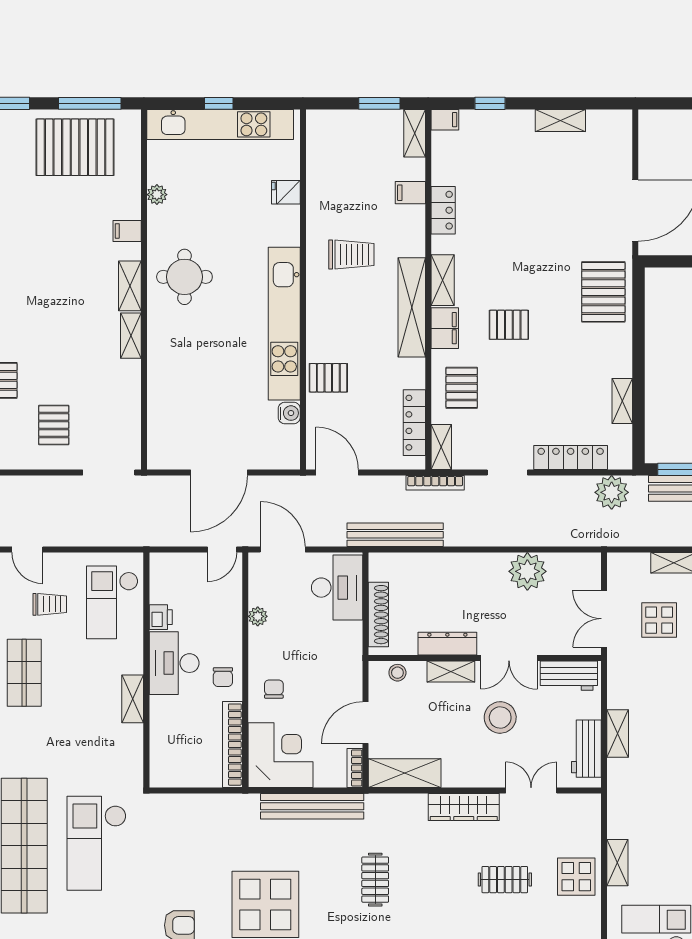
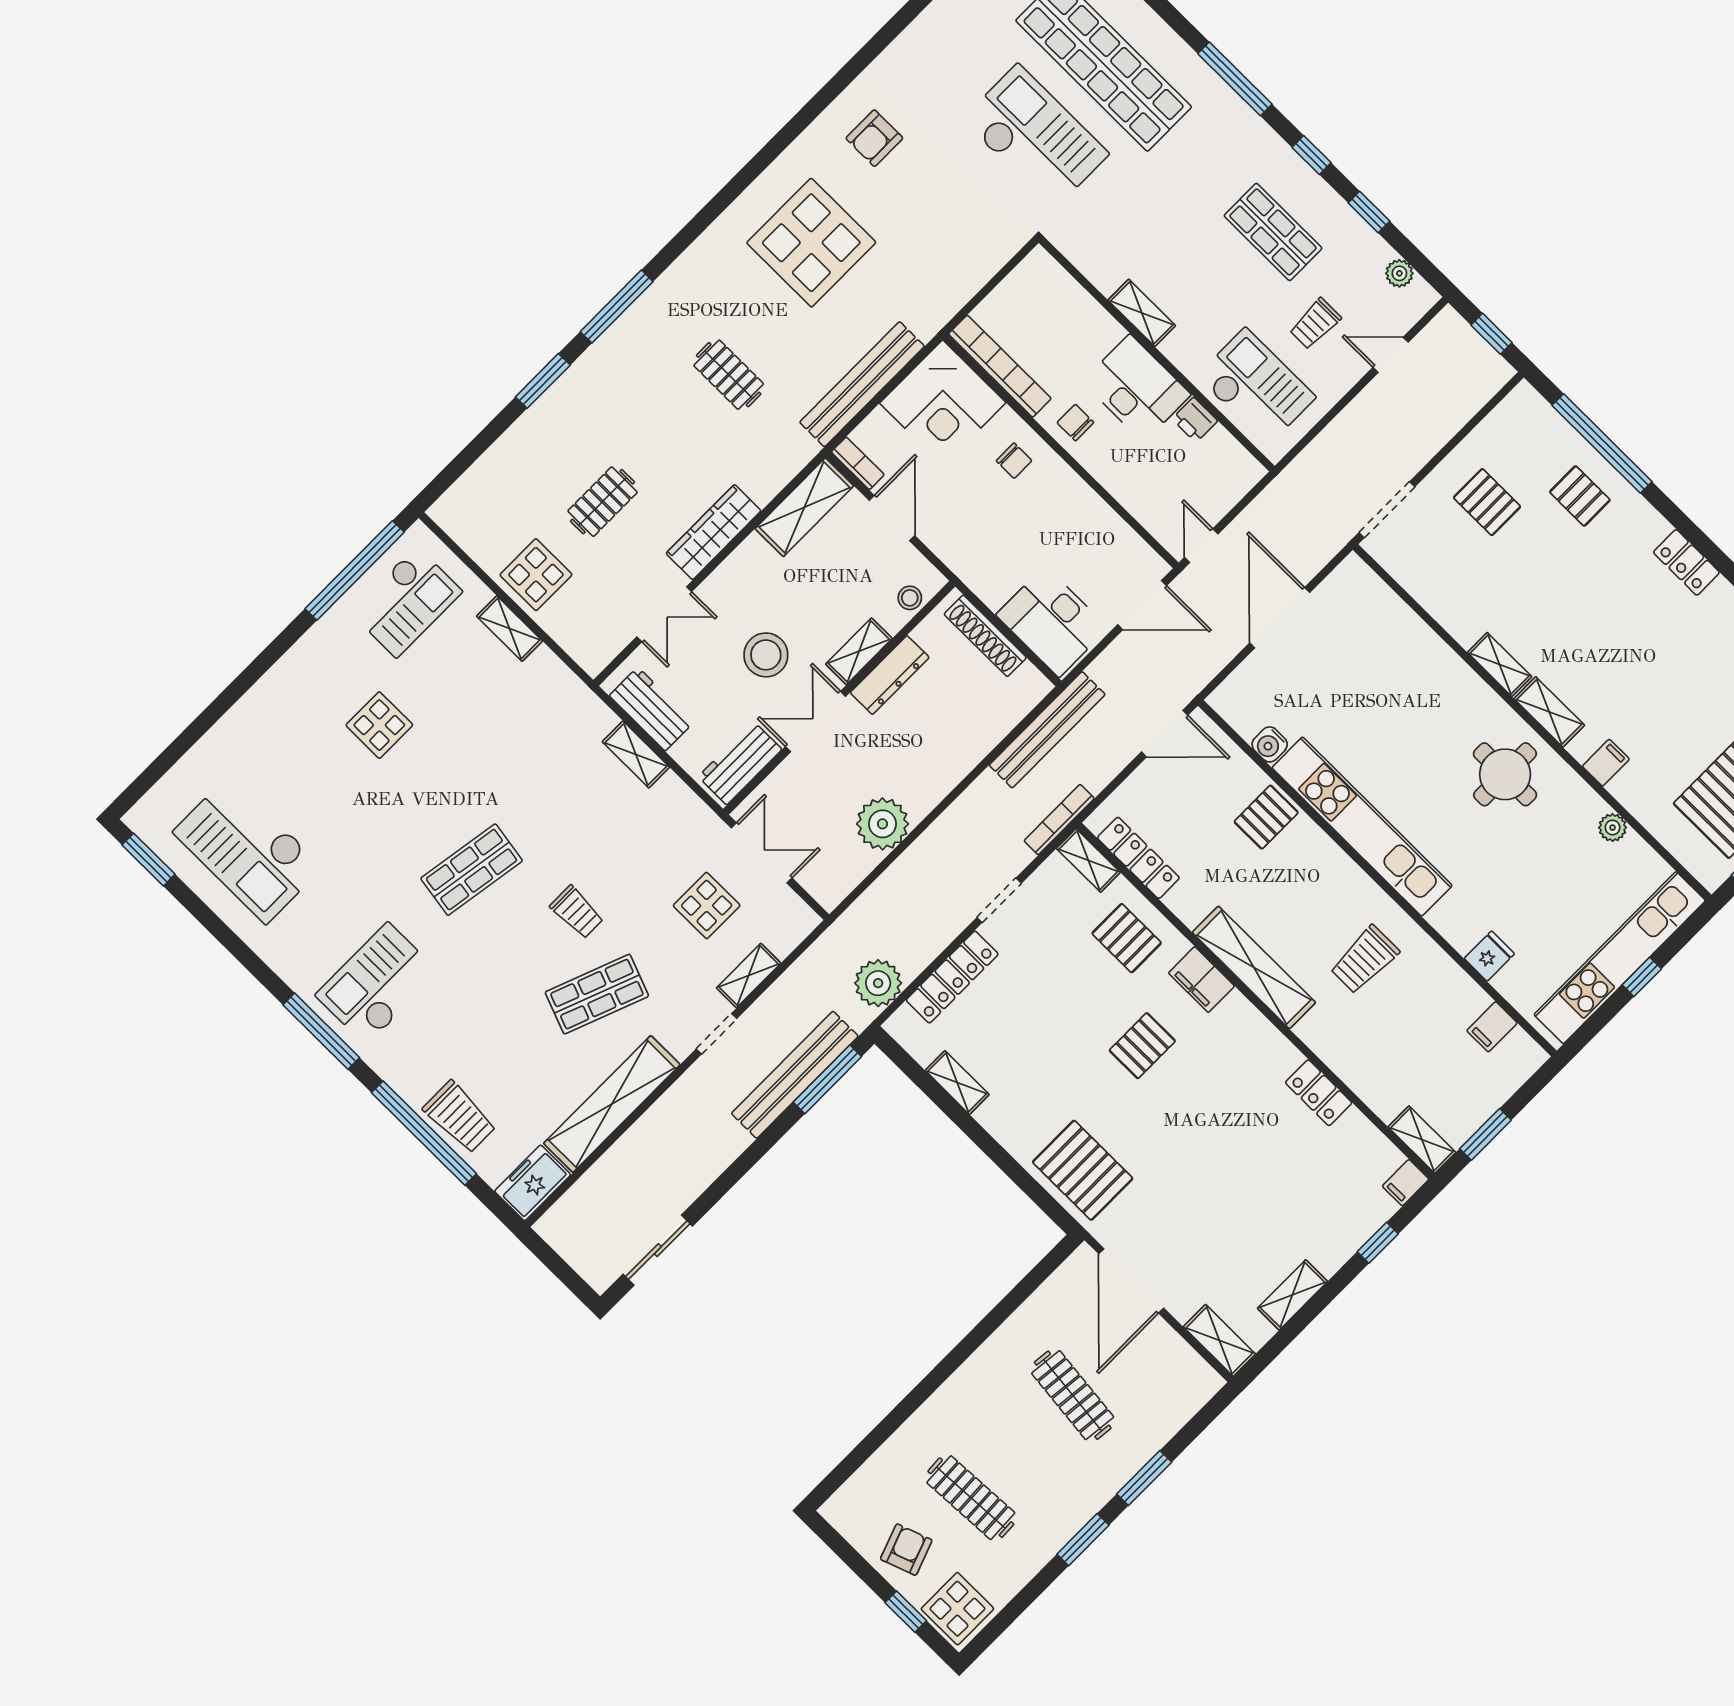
filing cabinet: (410, 193) -> (1492, 1027), moved, turned 180
shelving: (443, 280) -> (1219, 1340), moved
plant: (258, 616) -> (1101, 516), removed

